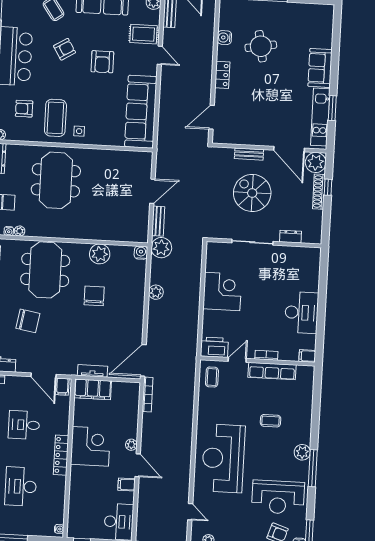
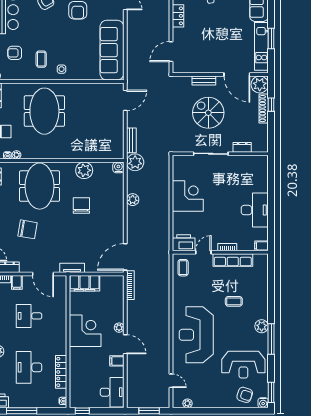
coffee table: (55, 118) -> (41, 59), width x0.54, depth x0.58
door: (152, 191) -> (125, 100), moved
tv unit: (92, 371) -> (72, 268), moved
filing cabinet: (62, 387) -> (17, 282), moved
locker: (61, 455) -> (61, 372), moved

